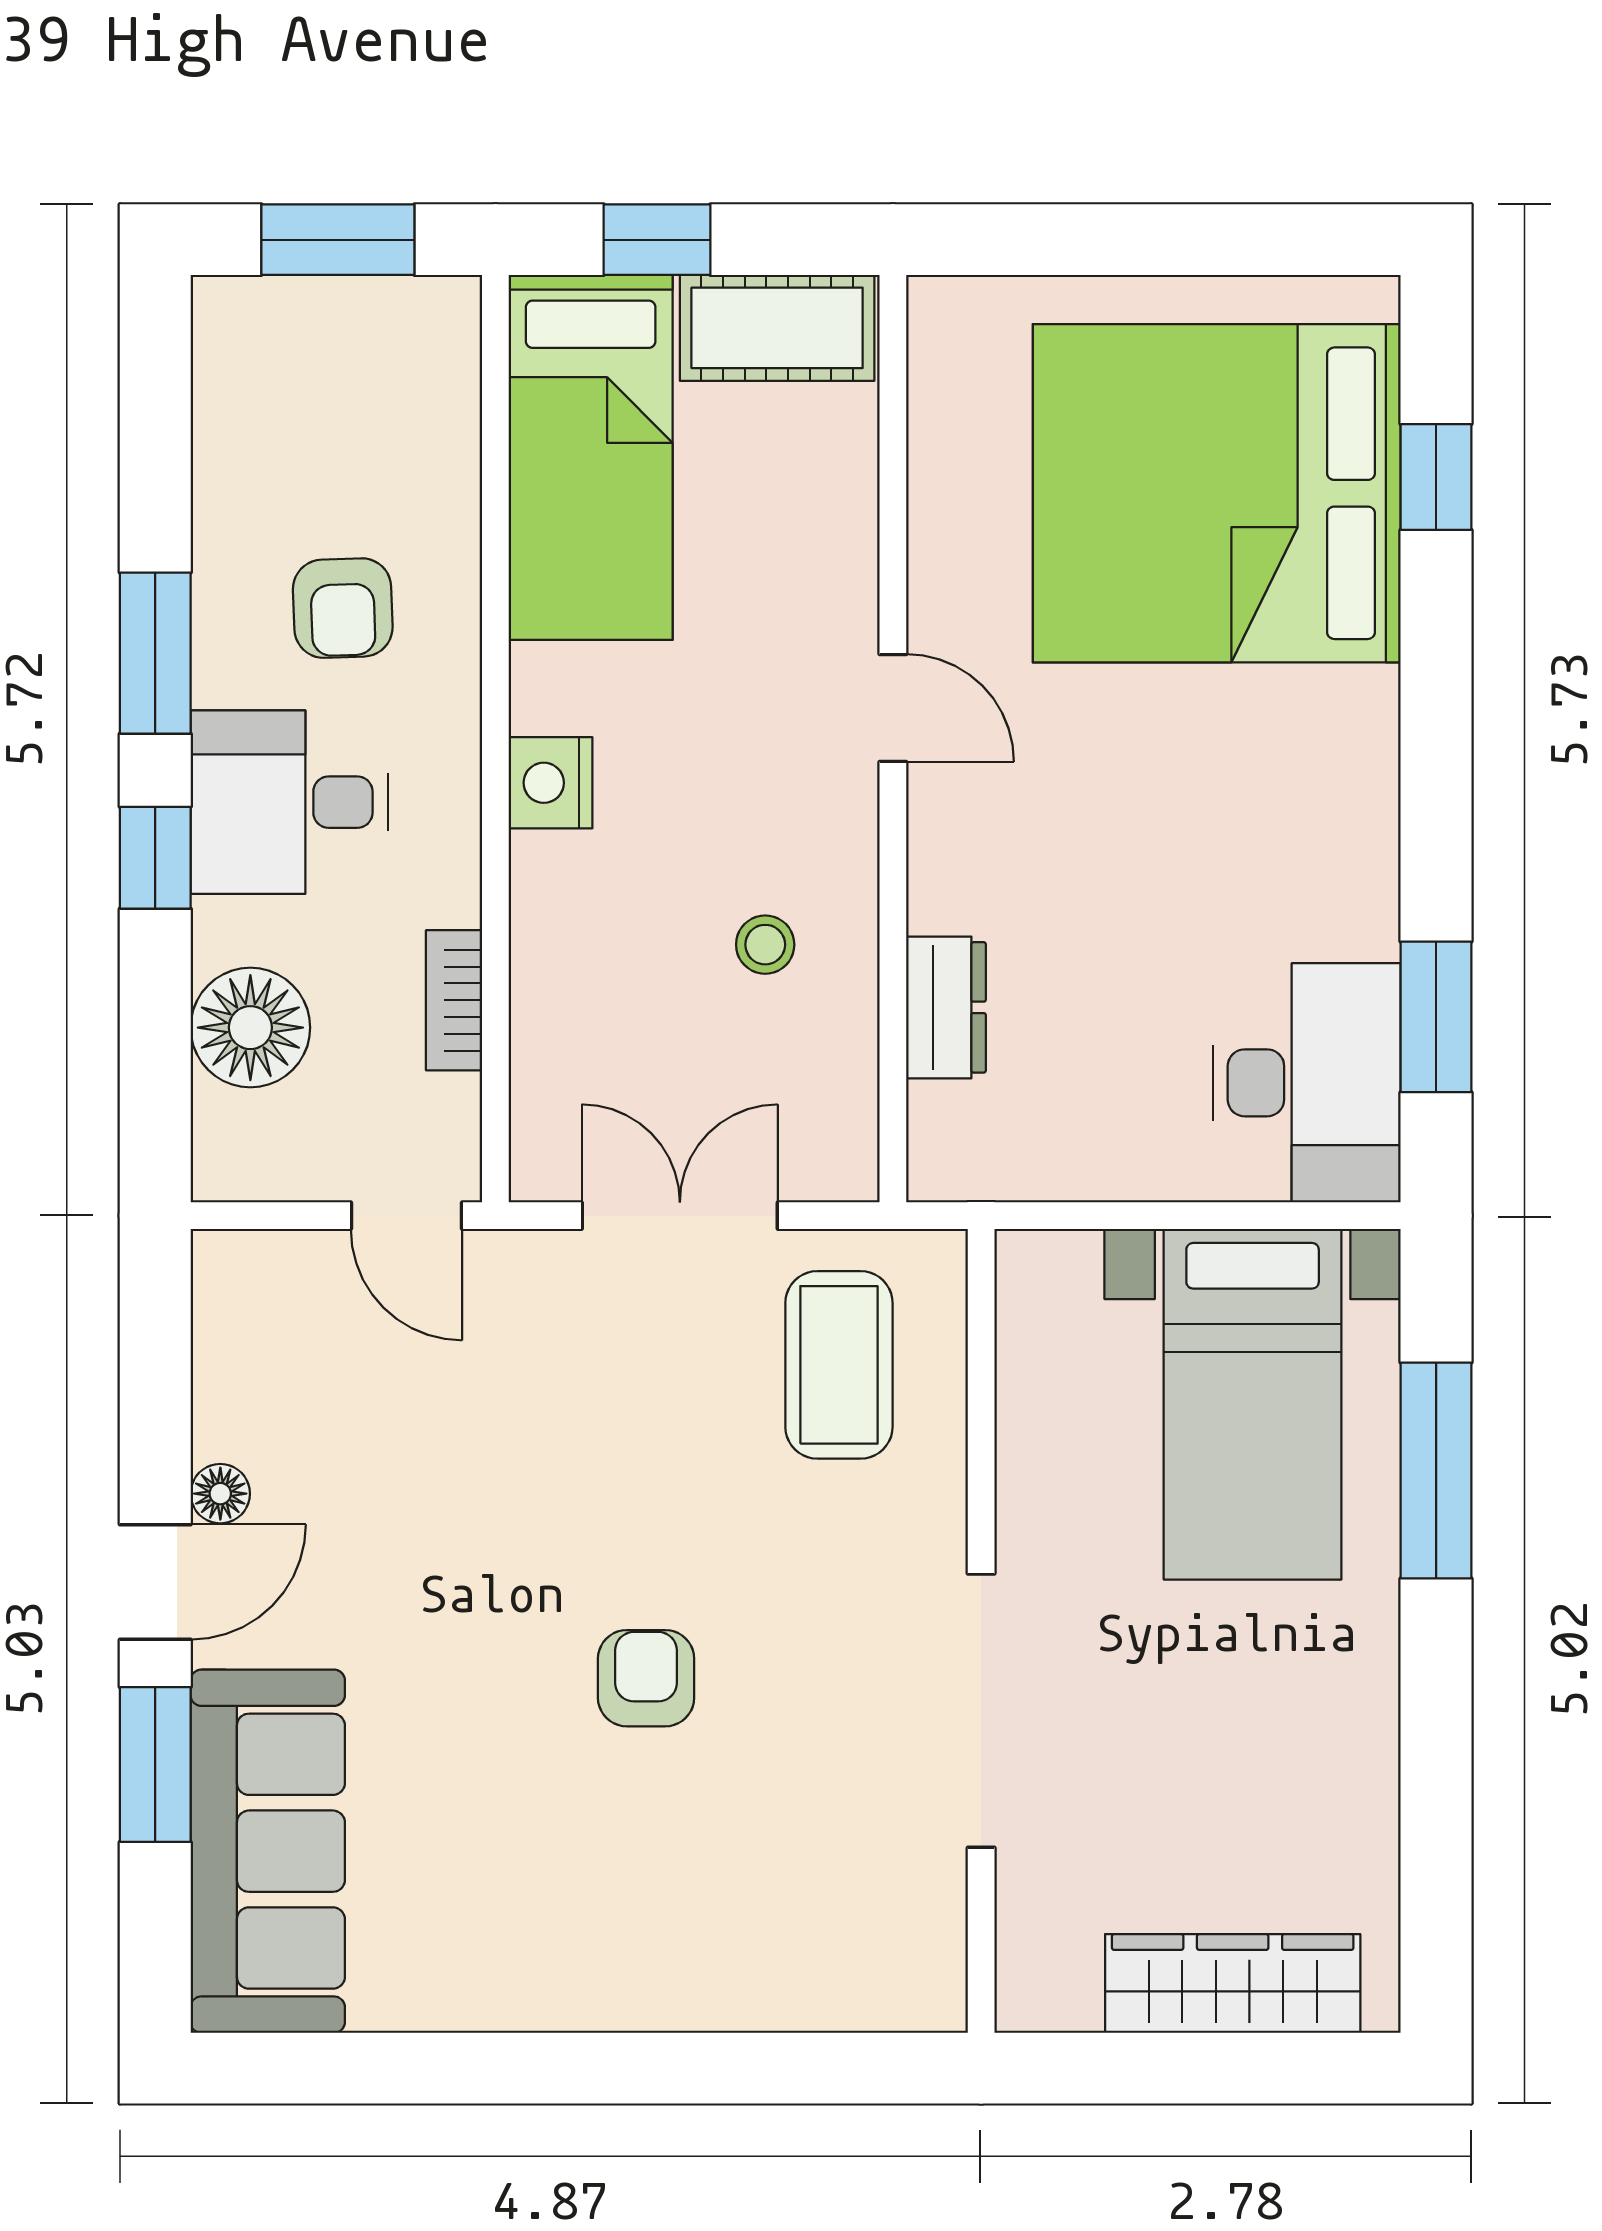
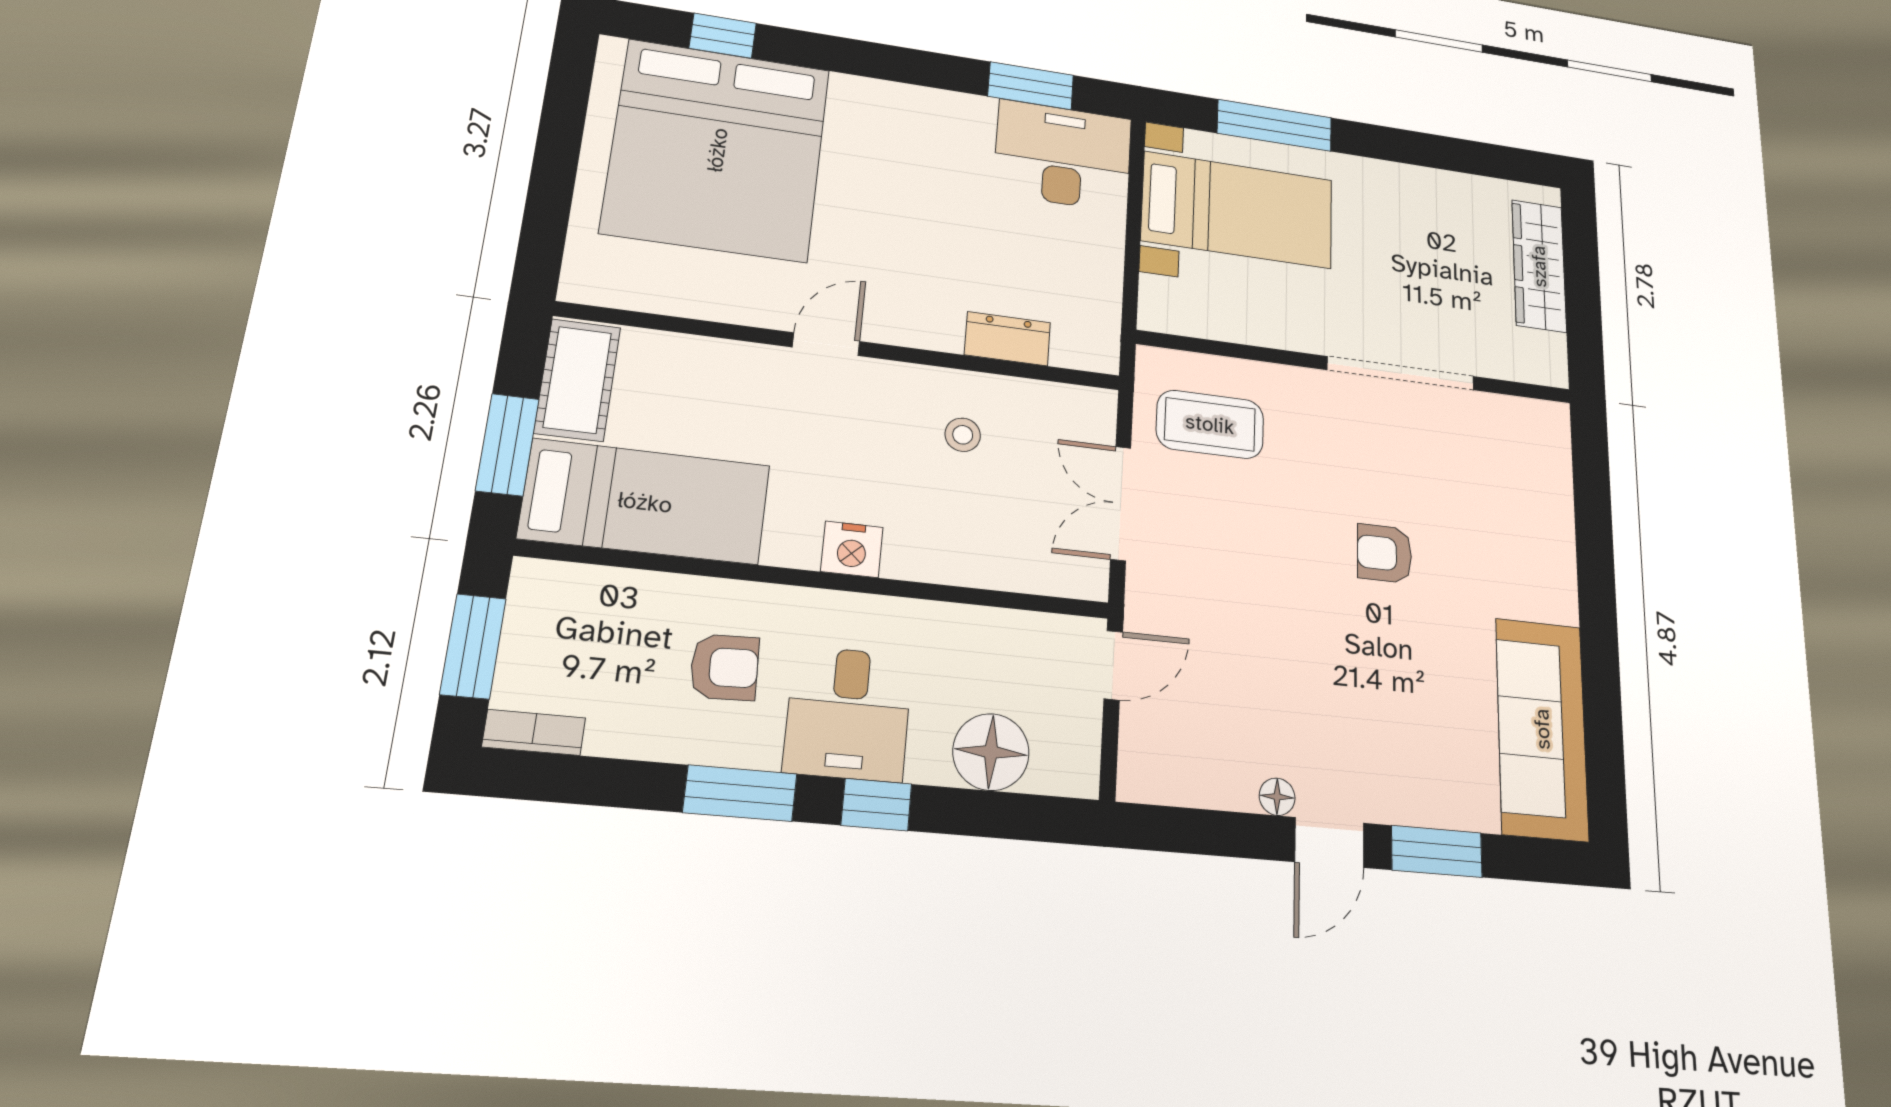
window: (657, 240) -> (507, 445), width x1.50
bookcase: (454, 1000) -> (534, 732), moved, turned 180
door: (155, 1582) -> (1329, 842), swing flipped
sofa: (268, 1851) -> (1542, 729), moved, turned -90

